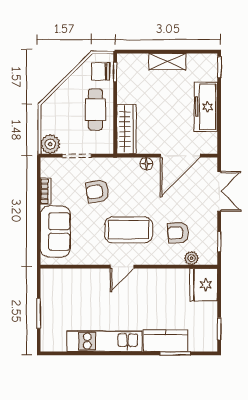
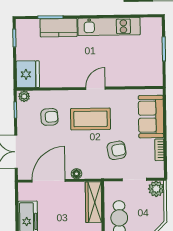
plant: (192, 258) -> (24, 96), moved

